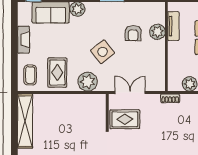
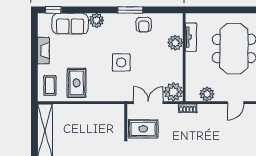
armchair: (133, 33) -> (144, 25), moved
side table: (103, 52) -> (121, 62), turned 38
plant: (88, 82) -> (173, 92), moved

